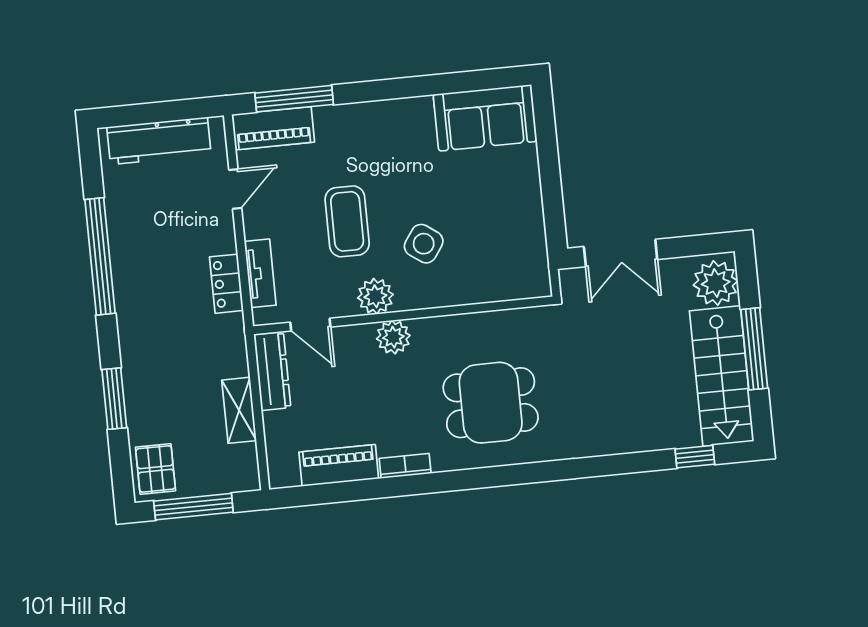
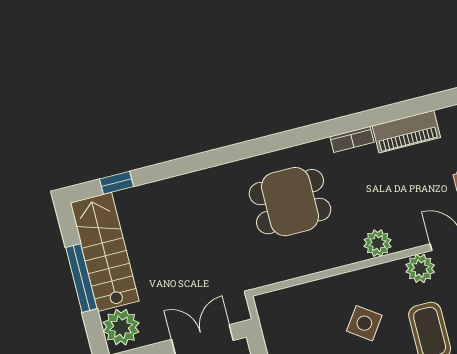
plant: (375, 296) -> (420, 268), moved

